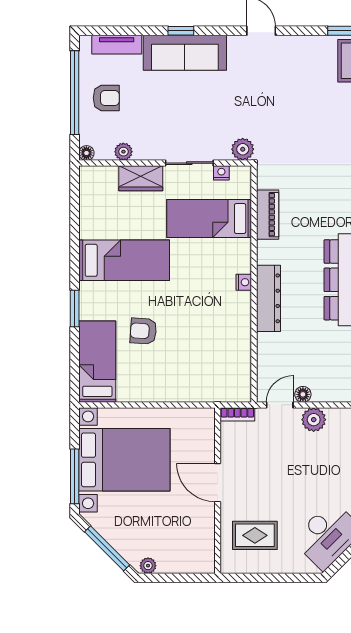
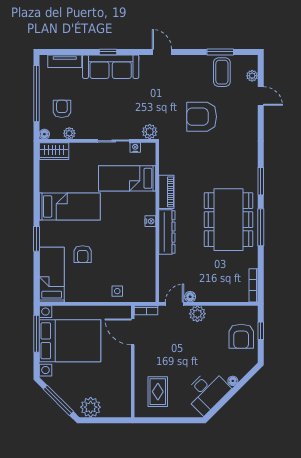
armchair: (106, 98) -> (62, 109), moved, turned -90
armchair: (320, 127) -> (202, 117), added
wardrobe: (141, 178) -> (54, 151), moved
piano: (268, 215) -> (166, 192), moved
armchair: (143, 331) -> (83, 254), turned -94
side table: (195, 386) -> (117, 291), added
window: (75, 476) -> (36, 334), moved
door: (218, 483) -> (133, 332), moved
rug: (255, 535) -> (158, 392), turned 90
plant: (148, 566) -> (91, 407), width x1.88, depth x1.88

